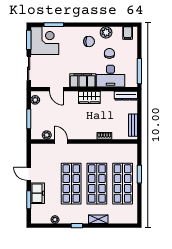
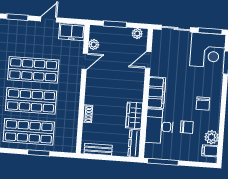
plant: (106, 32) -> (212, 137), moved
wardrobe: (89, 97) -> (134, 115), moved
freezer: (38, 193) -> (72, 32), moved

